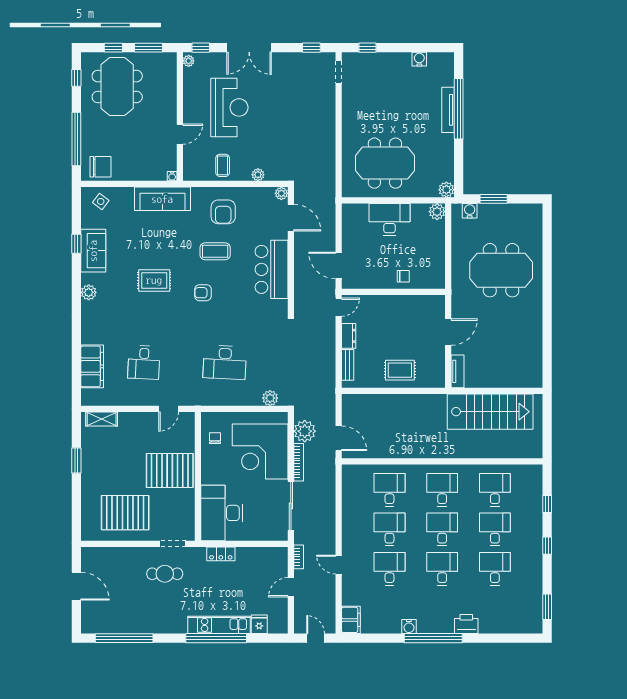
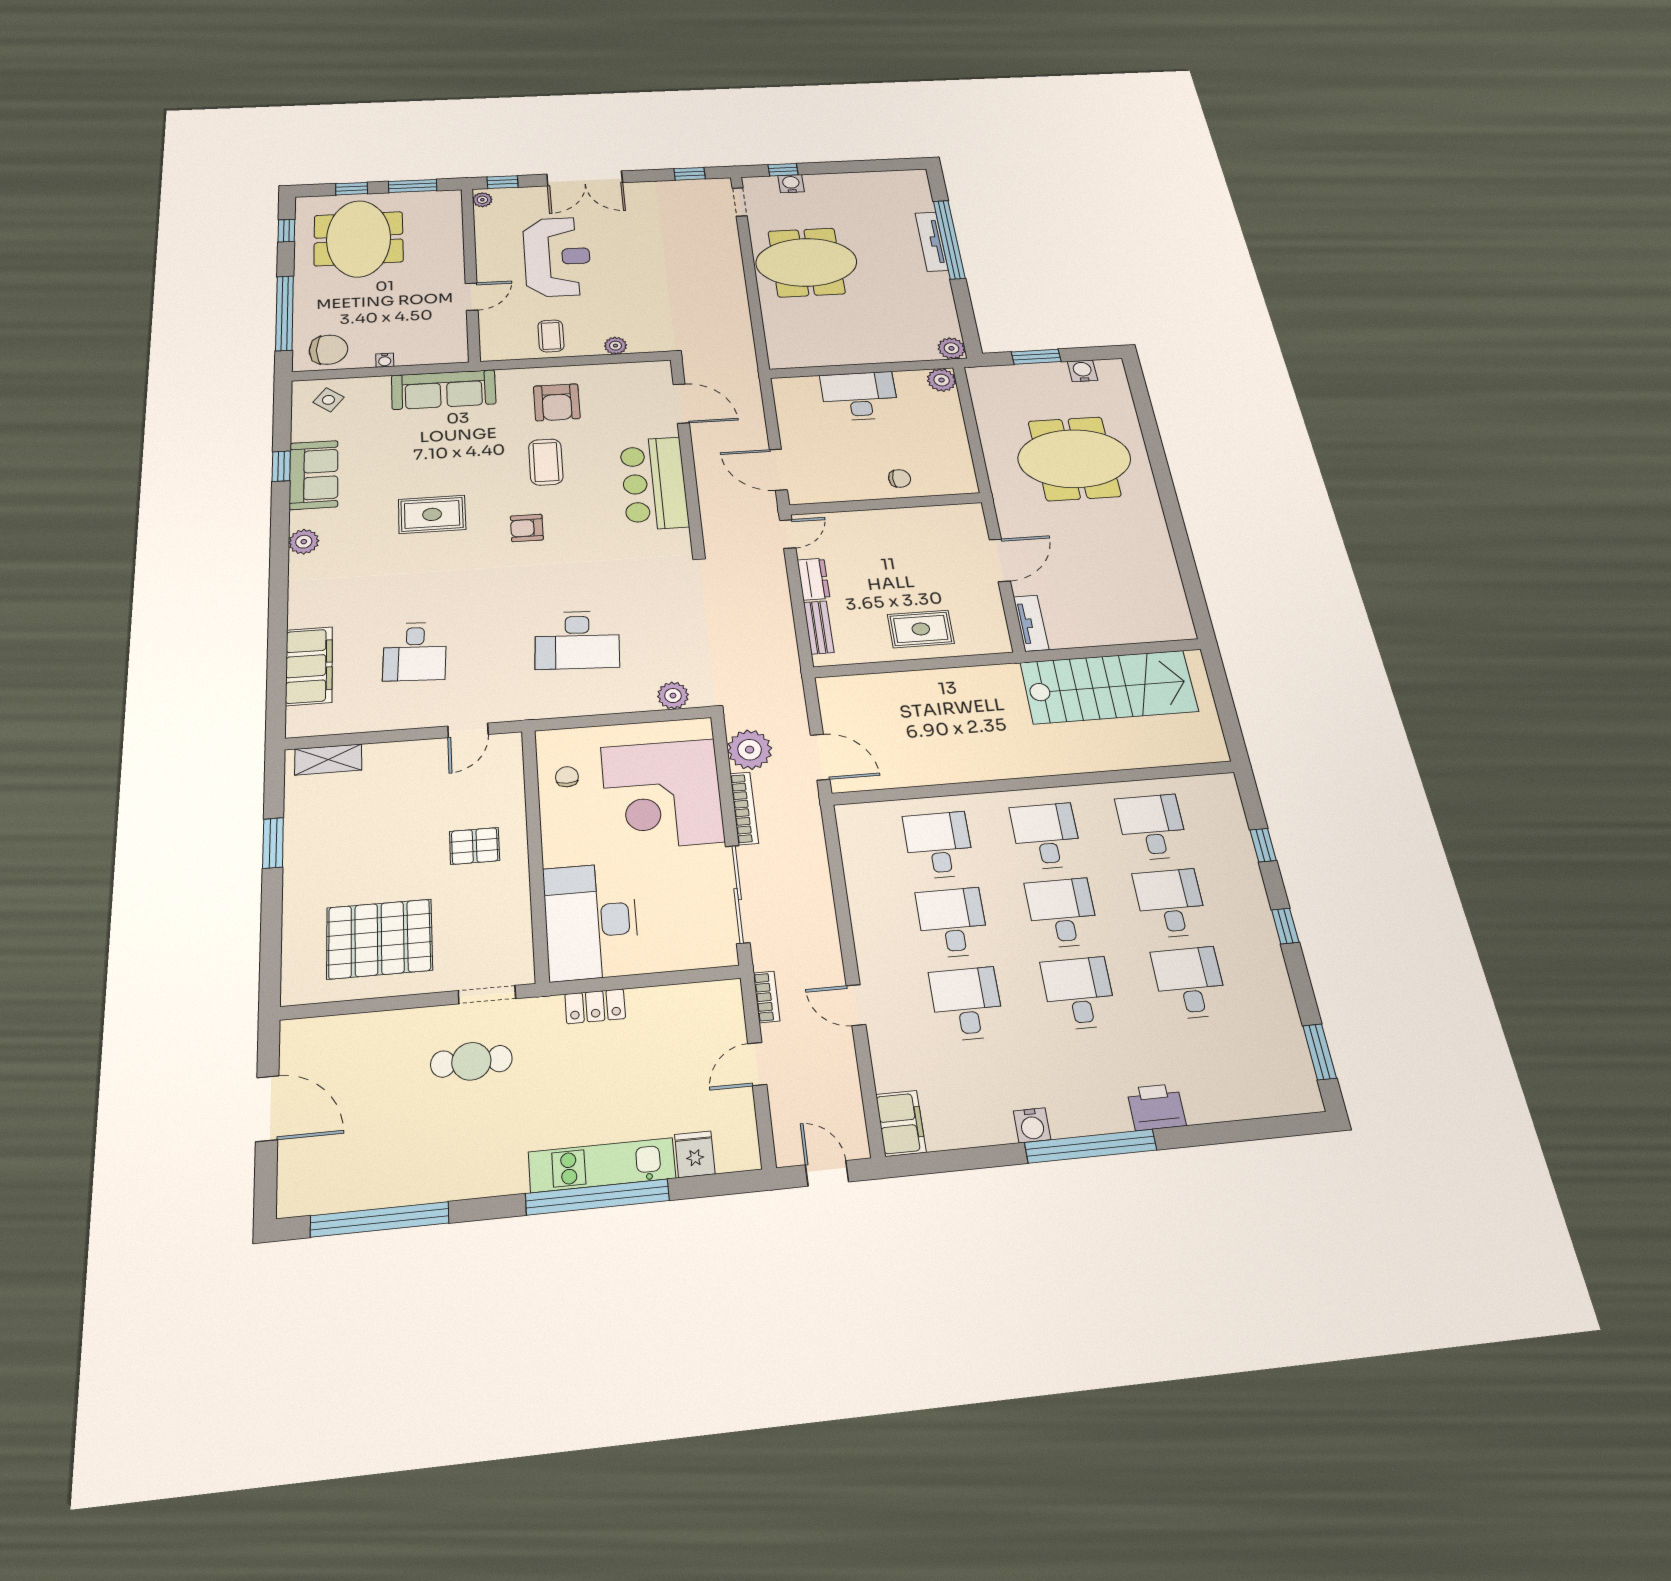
water cooler: (419, 59) -> (791, 184), moved
meeting table: (385, 163) -> (806, 262), moved
water cooler: (172, 176) -> (385, 360), moved
plant: (281, 193) -> (660, 370), removed
water cooler: (470, 211) -> (1083, 371), moved
coffee table: (215, 251) -> (546, 462), turned 90
pallet: (170, 470) -> (475, 846), width x0.49, depth x0.50

